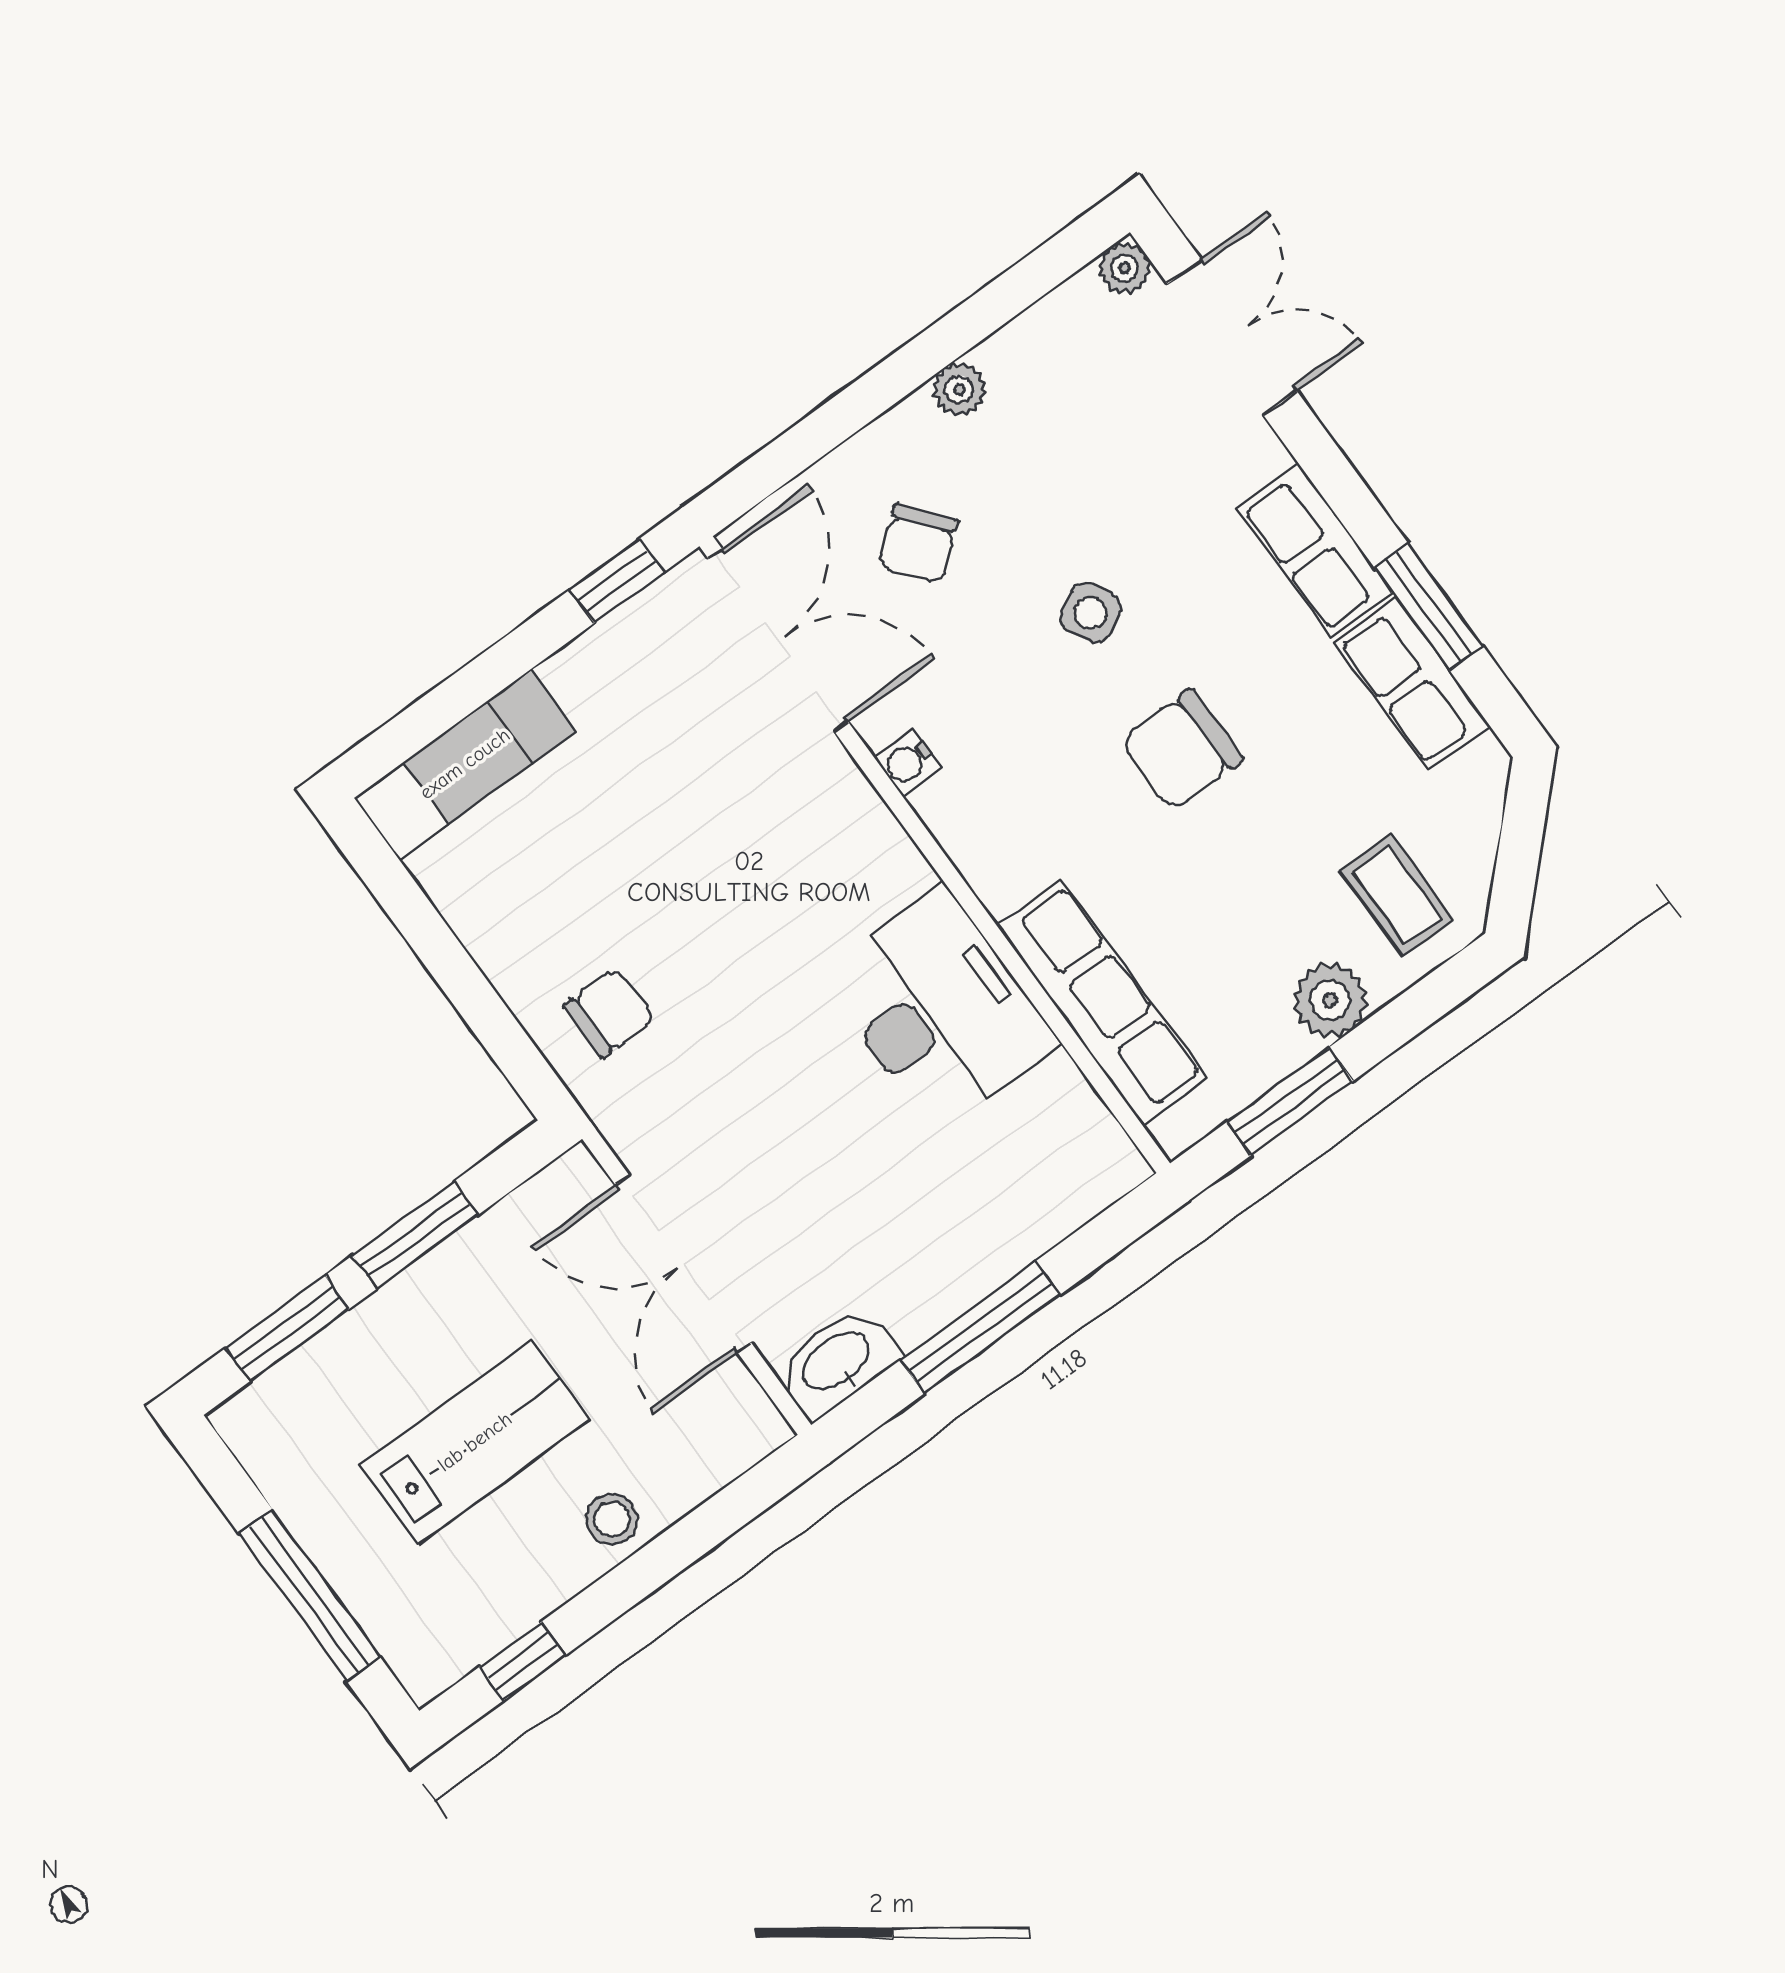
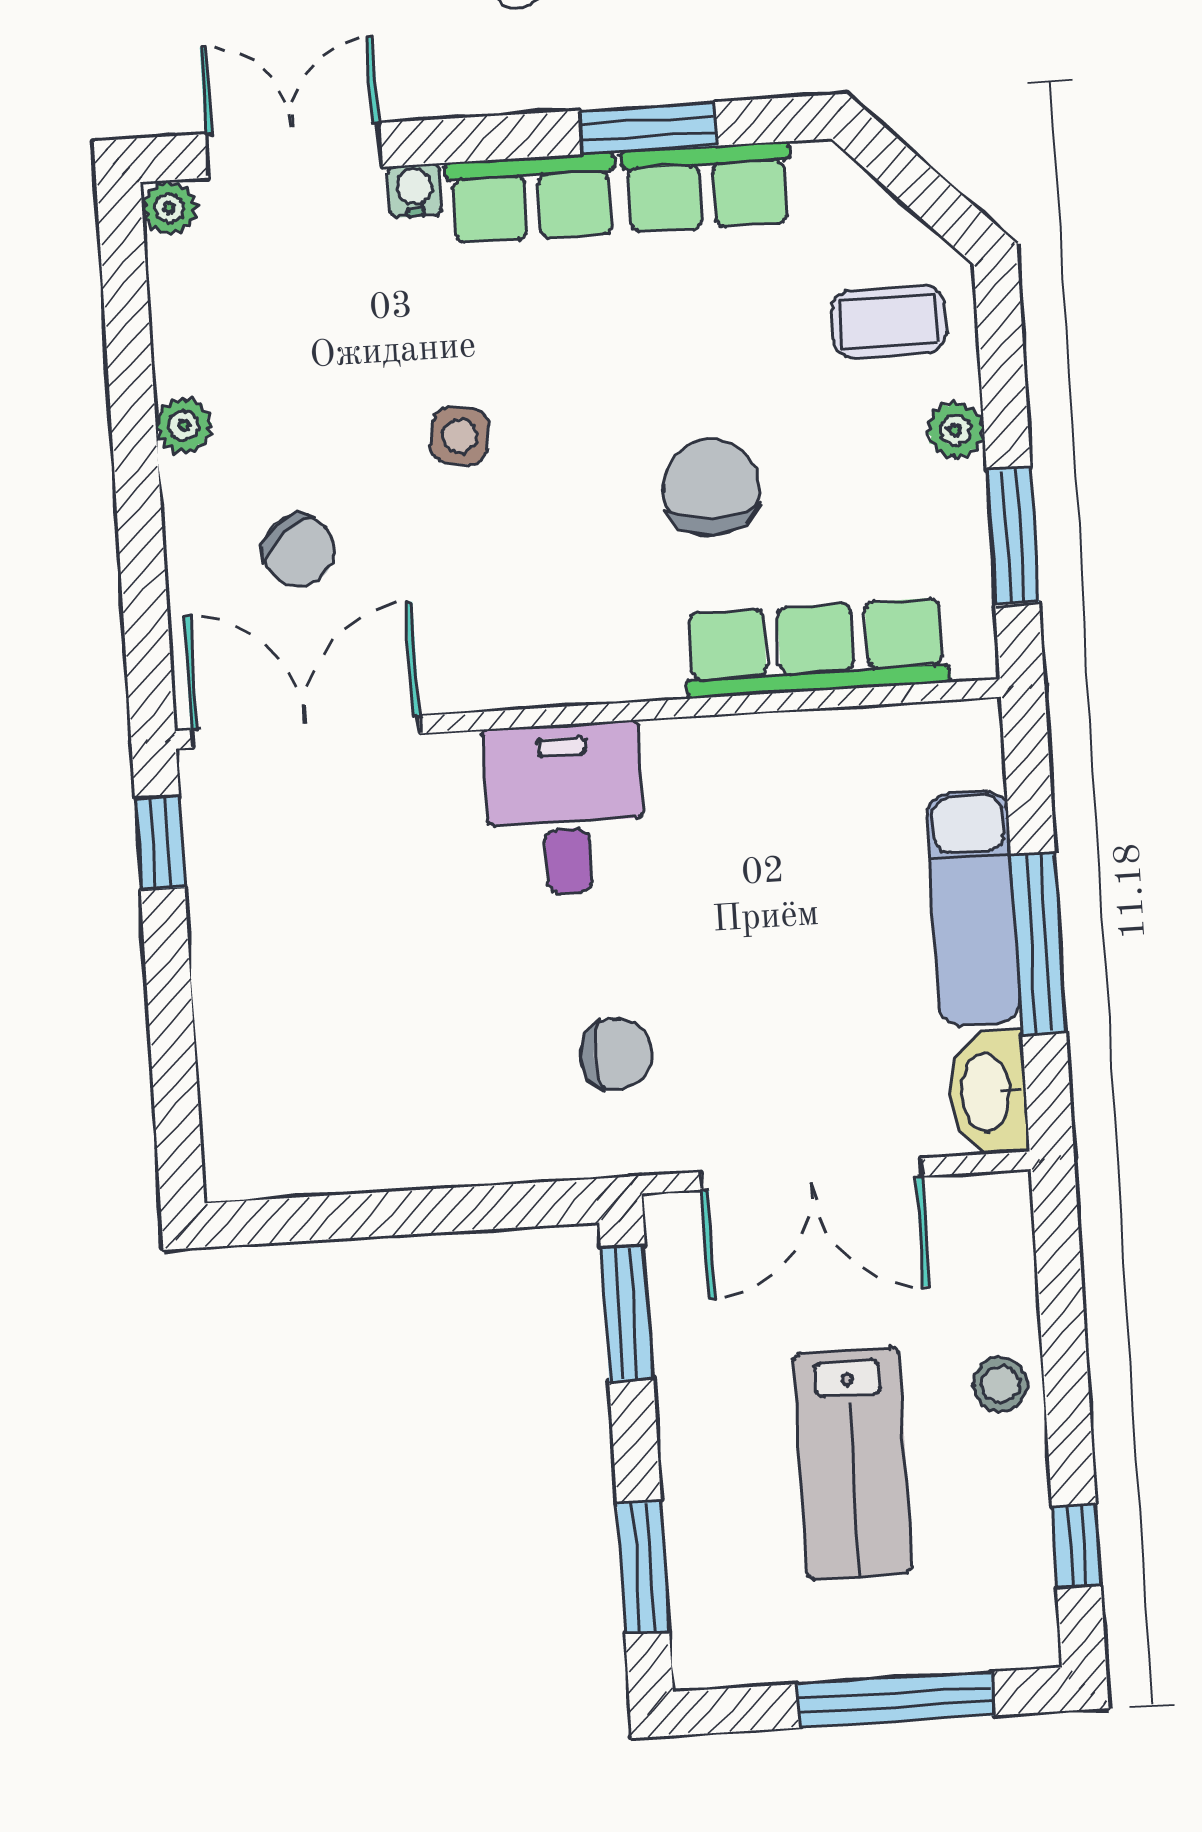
side table: (1091, 613) -> (460, 436), turned 38
chair: (1181, 750) -> (711, 488), moved, turned 180
water cooler: (907, 762) -> (415, 191), moved, turned 180
exam couch: (465, 764) -> (973, 908), moved, turned 180
plant: (1330, 1000) -> (955, 430), width x0.73, depth x0.73
desk: (939, 1009) -> (565, 809), moved, width x0.73
chair: (609, 1013) -> (616, 1054), moved, turned 90
window: (415, 1235) -> (627, 1314), moved
lab bench: (475, 1442) -> (853, 1463), turned 180

